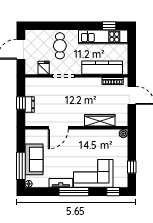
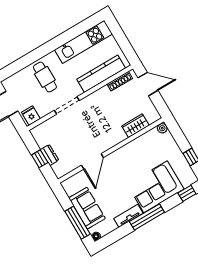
window: (109, 26) -> (83, 27), removed
fridge: (44, 68) -> (31, 116), moved
wardrobe: (100, 120) -> (135, 126), width x0.67

